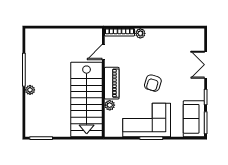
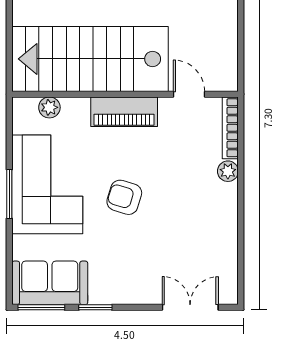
double door: (206, 65) -> (190, 307), moved
plant: (110, 105) -> (49, 107), moved

